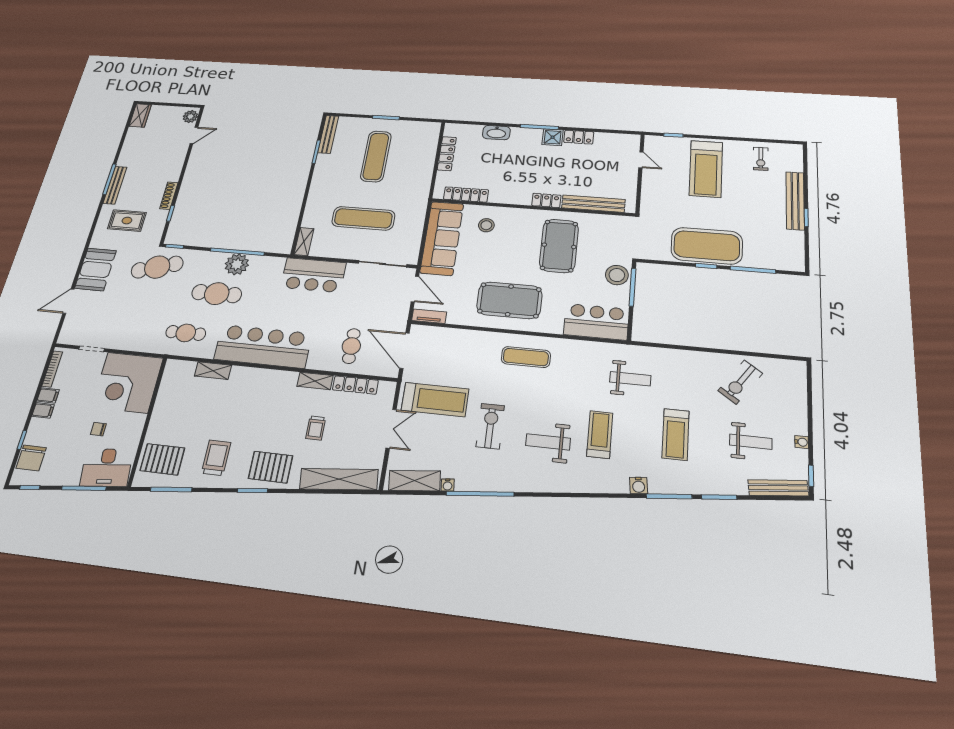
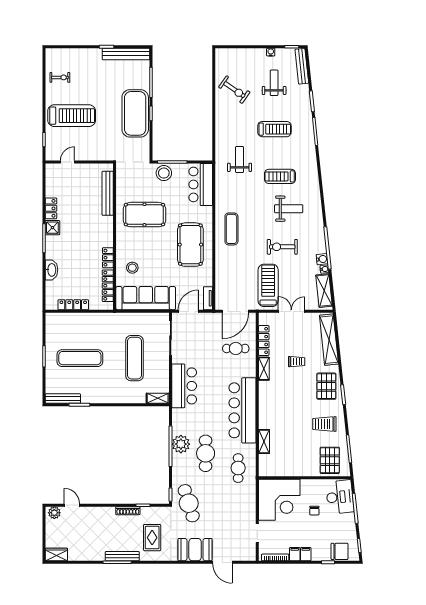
locker: (546, 200) -> (108, 258), moved
bench: (795, 201) -> (126, 54), moved
weight bench: (548, 442) -> (289, 209), turned -90
water cooler: (639, 485) -> (322, 259), moved

